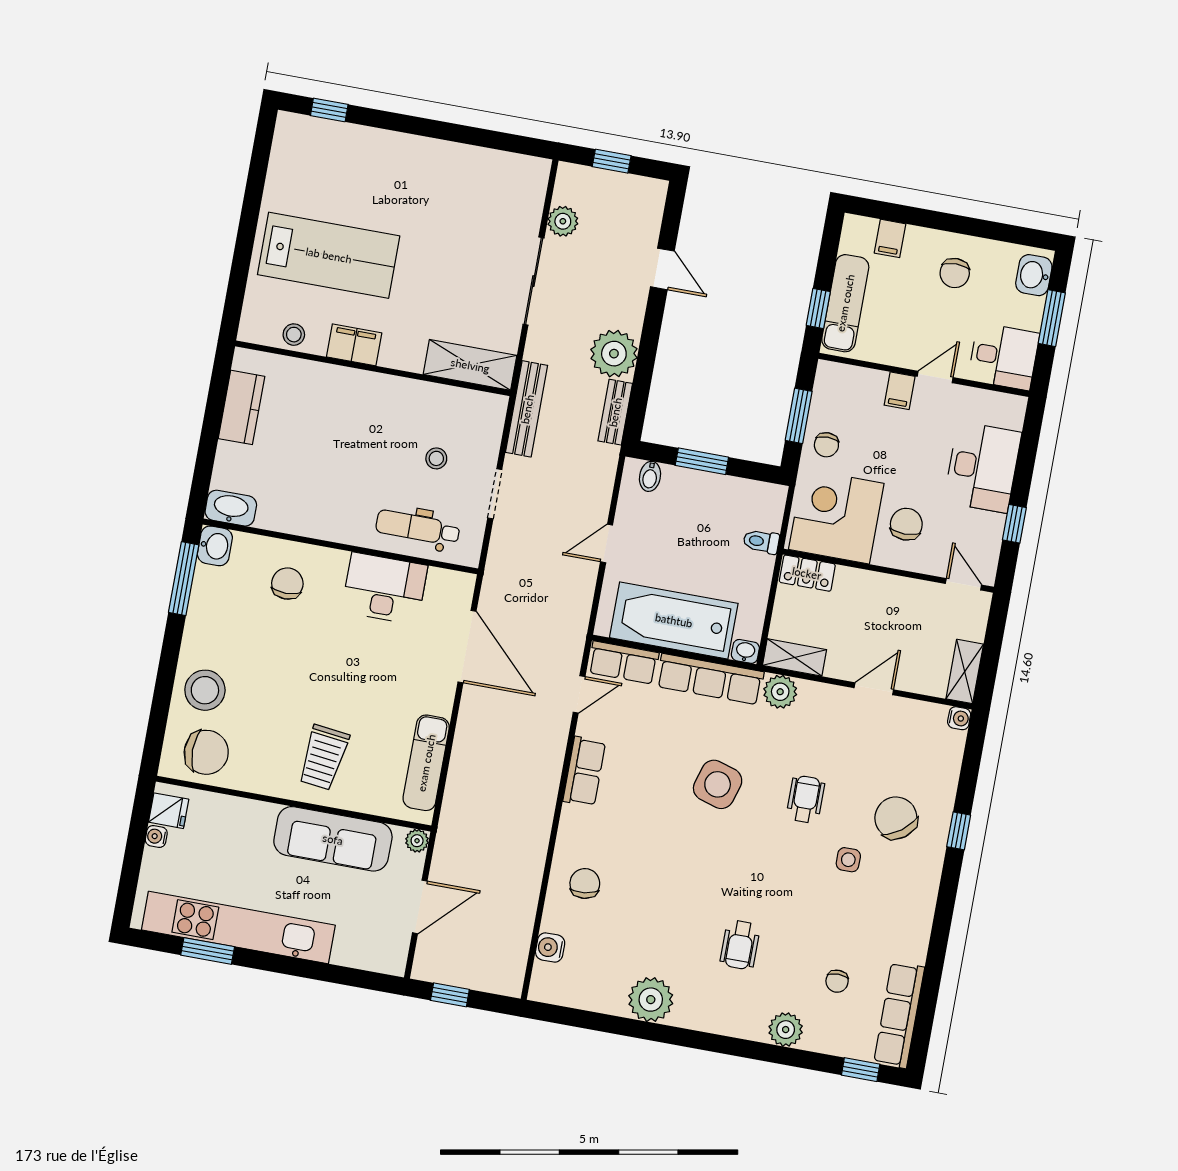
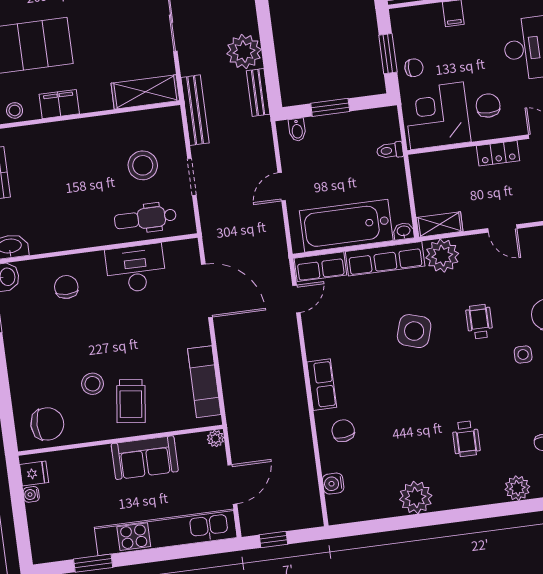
chair: (826, 445) -> (414, 68), turned -90
stool: (436, 458) -> (143, 165), width x1.89, depth x1.89
locker: (807, 573) -> (498, 153), moved
door: (874, 689) -> (502, 229), swing flipped
stool: (205, 690) -> (93, 384), moved, width x0.73, depth x0.73
plant: (780, 692) -> (442, 256), width x1.36, depth x1.36
row of seats: (584, 772) -> (322, 385), moved
sofa: (333, 839) -> (145, 458), width x0.73
kitchen unit: (238, 927) -> (166, 532), moved

